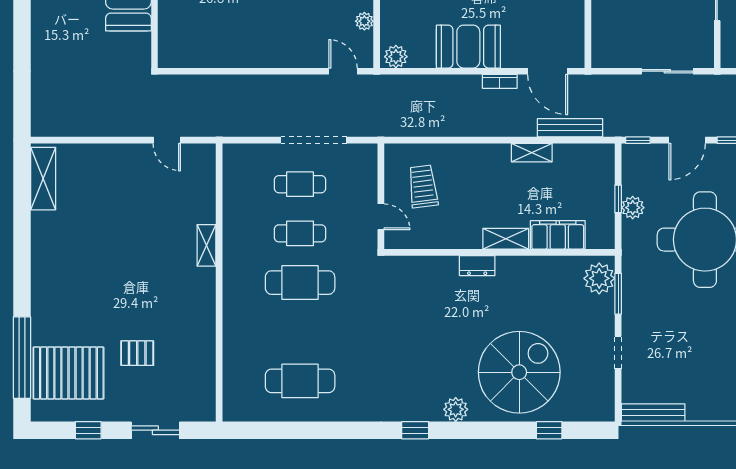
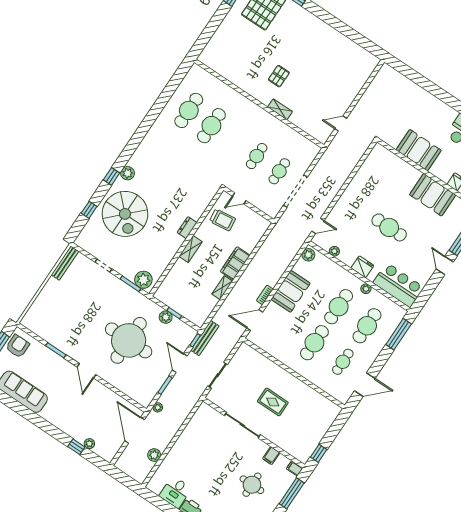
bench: (570, 128) -> (205, 338), moved
shelving: (43, 179) -> (361, 55), removed
trolley: (423, 186) -> (223, 220), moved
filing cabinet: (558, 235) -> (235, 263), moved, turned 180
cafe table: (300, 283) -> (211, 126), moved
pallet: (137, 353) -> (279, 76), moved
sliding door: (155, 430) -> (211, 29), removed
window: (415, 430) -> (111, 176), moved

